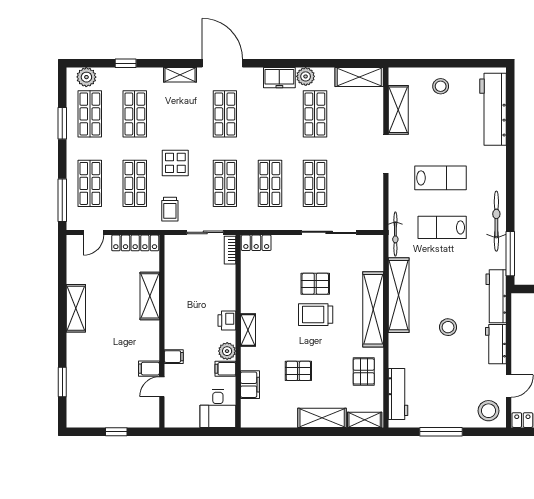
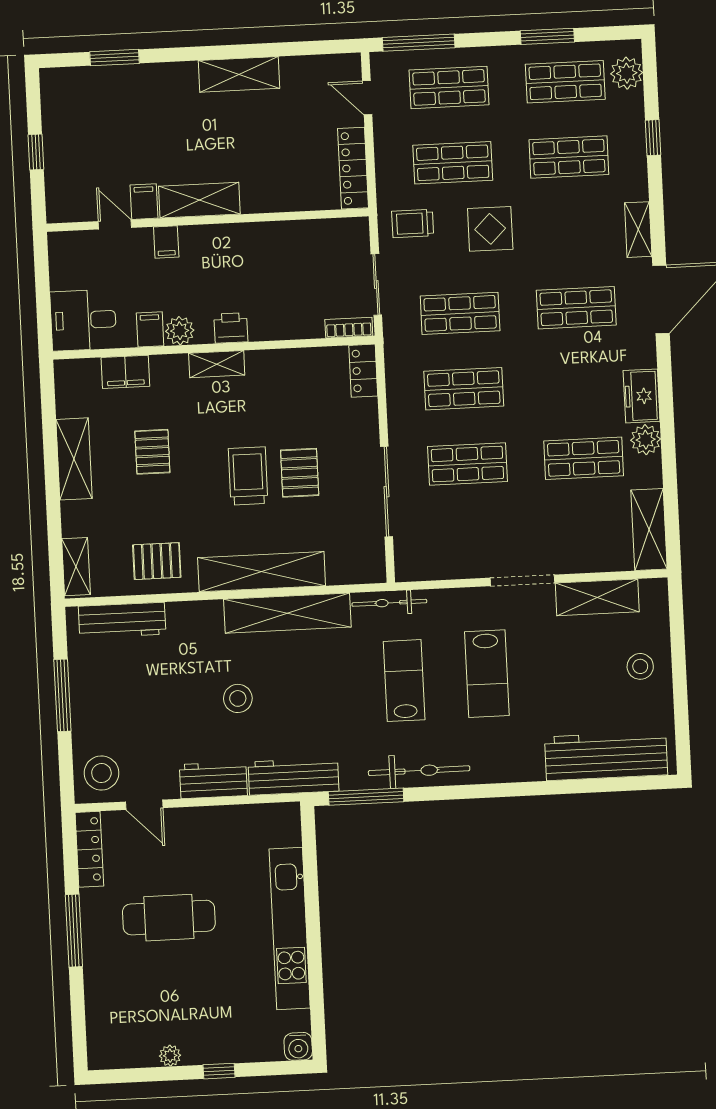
shelving: (150, 296) -> (199, 200), moved
shelving: (322, 418) -> (74, 459), moved

